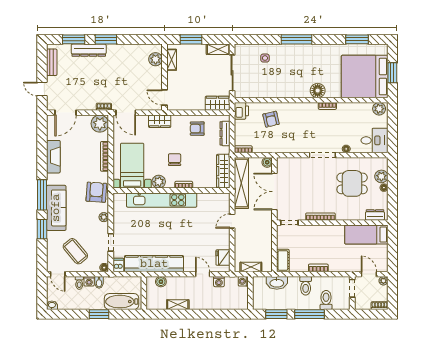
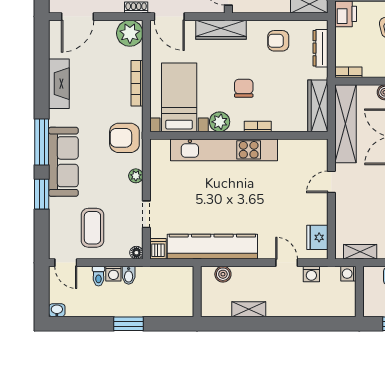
wardrobe: (160, 121) -> (221, 30), width x1.50
armchair: (96, 192) -> (124, 138), turned -94
coffee table: (75, 251) -> (92, 228), turned 40
bathtub: (122, 302) -> (163, 304), removed

